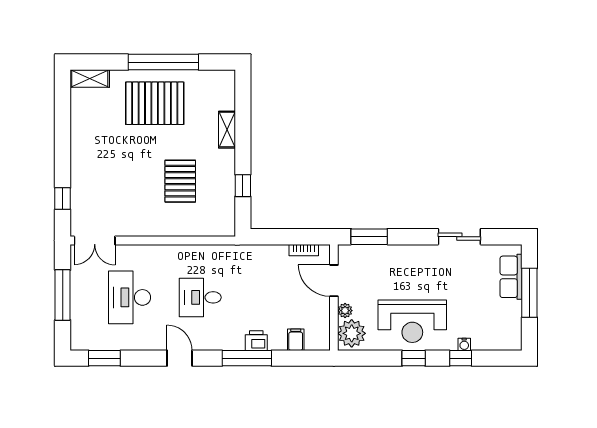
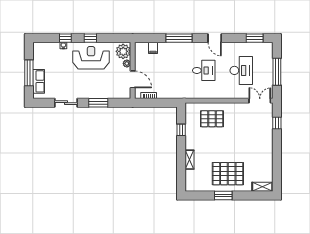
window: (163, 62) -> (223, 195), width x0.47
pallet: (180, 181) -> (212, 119), moved, turned 90
window: (369, 237) -> (98, 103), moved
printer: (256, 341) -> (174, 48), removed

